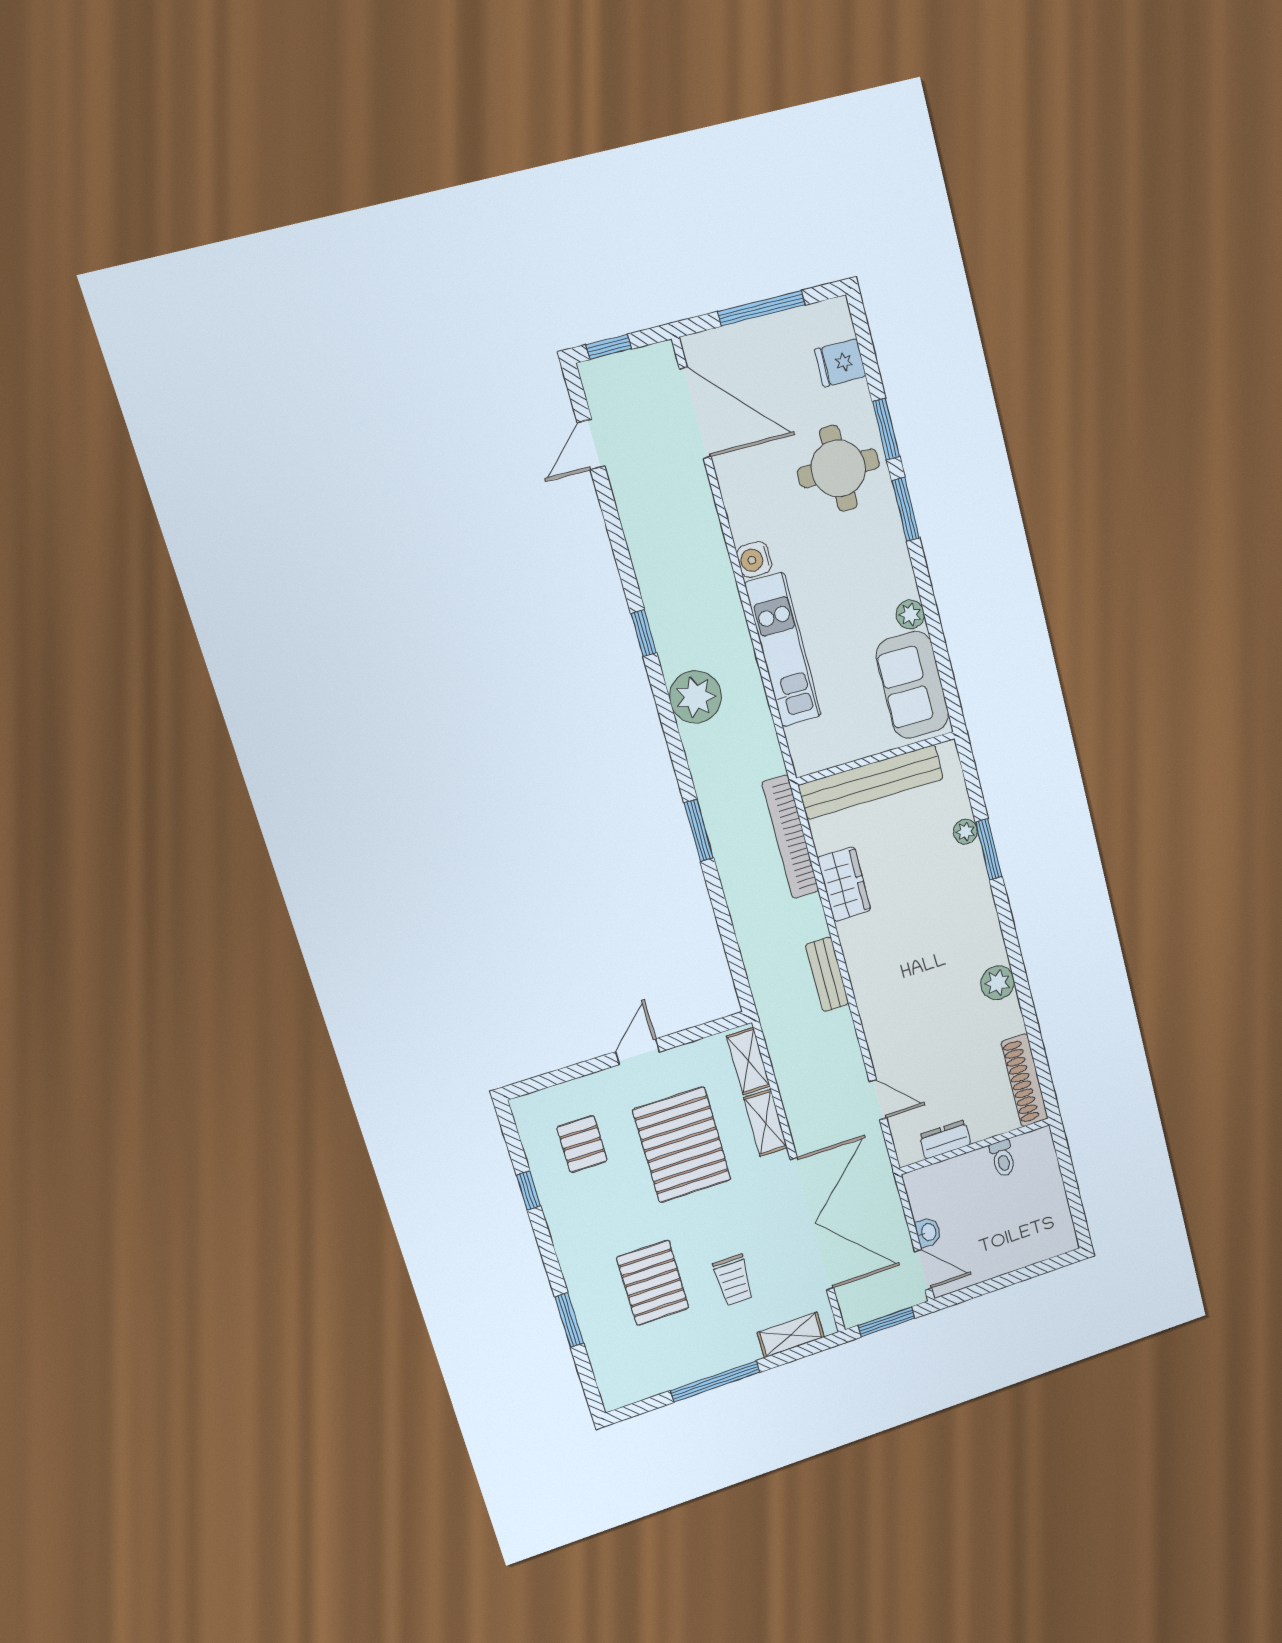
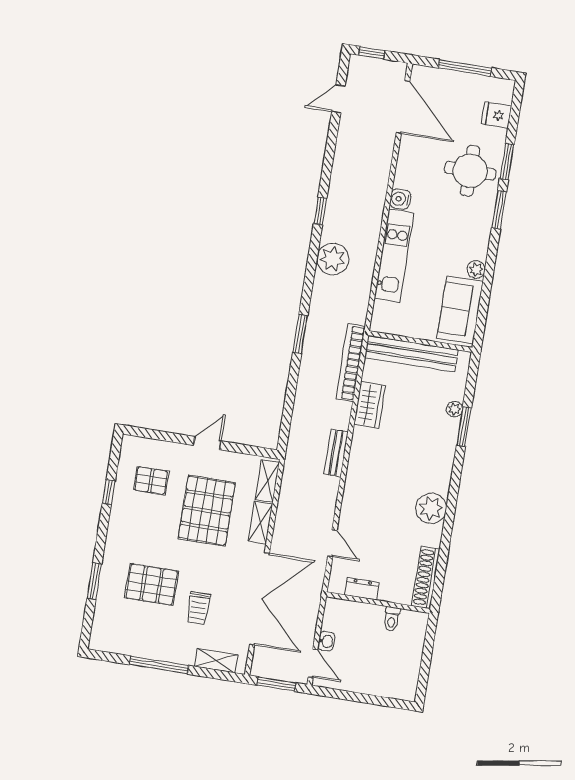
plant: (998, 983) -> (431, 508), width x1.36, depth x1.36
pallet: (582, 1144) -> (151, 481), turned 90
pallet: (653, 1283) -> (152, 584), turned 90

